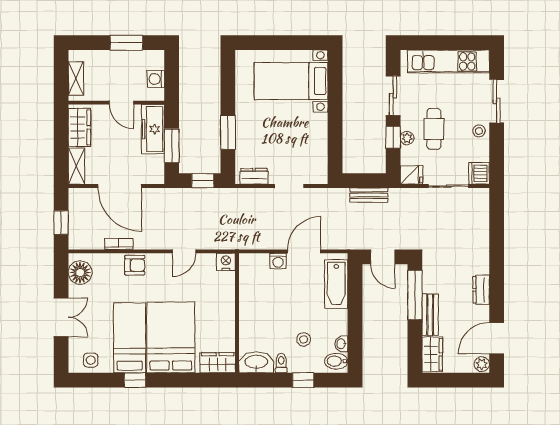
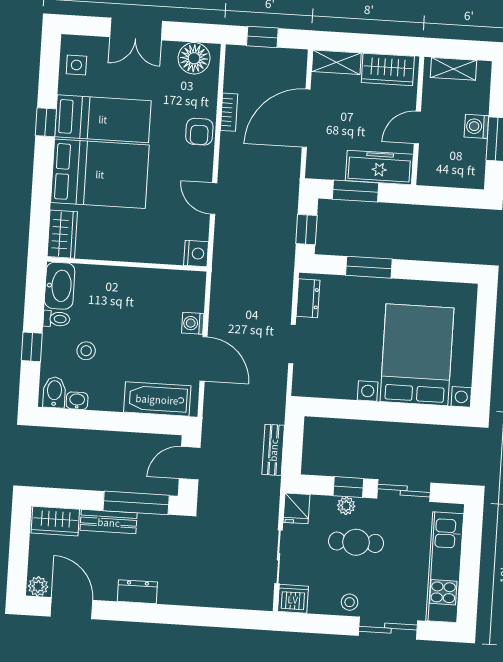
washing machine: (156, 79) -> (476, 126), moved, turned -90
bed with nightstands: (291, 81) -> (417, 355), width x1.36

